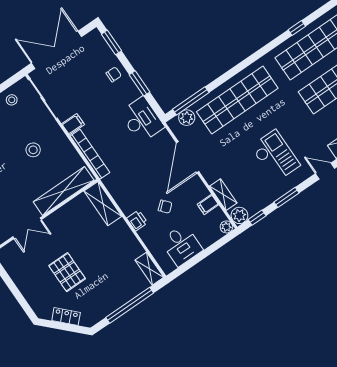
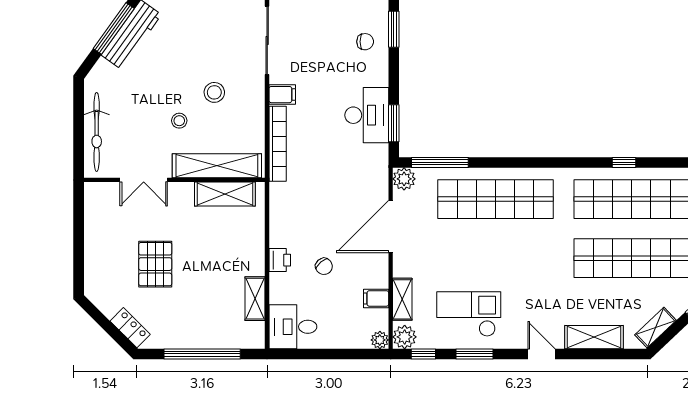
chair: (114, 74) -> (365, 42), moved
window: (140, 83) -> (394, 123), moved
stool: (12, 100) -> (179, 121), moved
plant: (187, 118) -> (404, 179), moved
desk: (142, 120) -> (367, 115), moved
checkout: (275, 156) -> (469, 314), moved, turned -90
shelving: (103, 204) -> (225, 194), moved, turned 90
desk: (181, 245) -> (293, 327), moved, turned 90
shelving: (149, 269) -> (255, 299), moved
locker: (66, 316) -> (130, 328), moved

